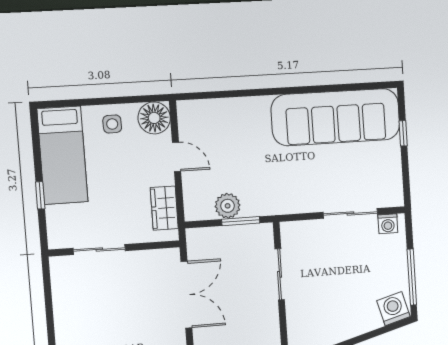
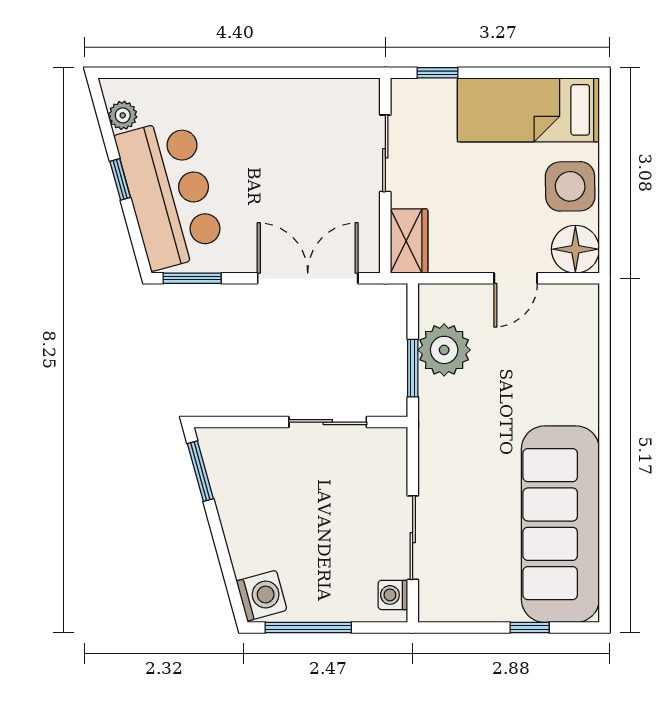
side table: (112, 124) -> (570, 186), width x1.87, depth x1.87
window: (40, 195) -> (438, 73), moved
plant: (228, 206) -> (444, 350), width x1.36, depth x1.36
wardrobe: (164, 208) -> (409, 241), moved, turned 90
double door: (186, 295) -> (308, 278), swing flipped

